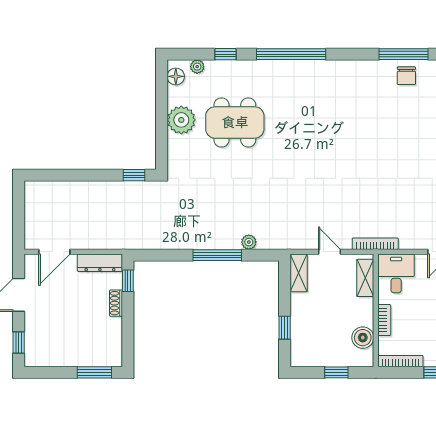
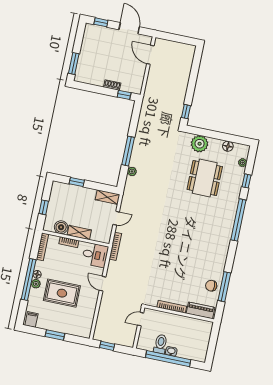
floor lamp: (176, 76) -> (228, 146), moved
plant: (181, 120) -> (200, 144), moved
dresser: (100, 263) -> (138, 80), removed
shelving: (365, 278) -> (79, 233), moved

